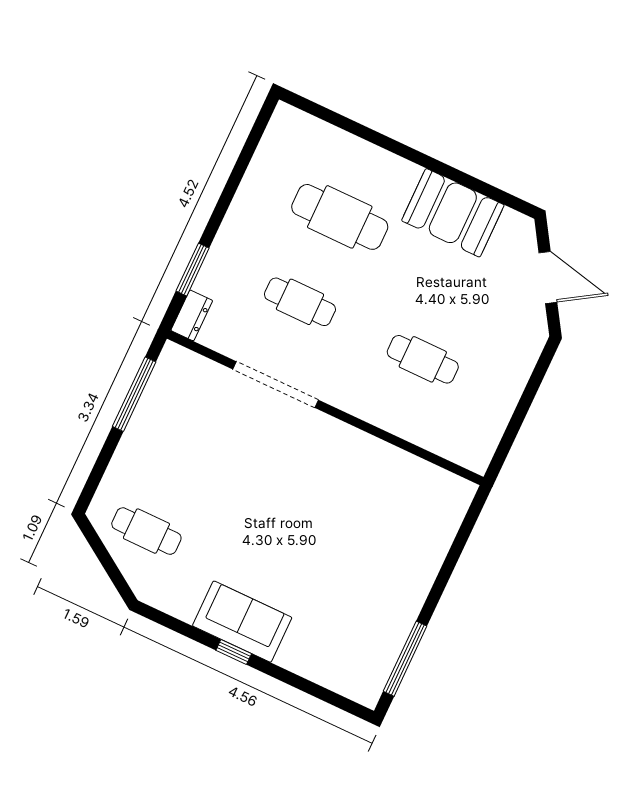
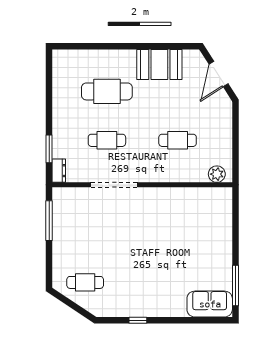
door: (548, 278) -> (219, 74), swing flipped
plant: (463, 450) -> (217, 174), added
sofa: (242, 622) -> (210, 304), moved
window: (234, 652) -> (138, 320), moved

